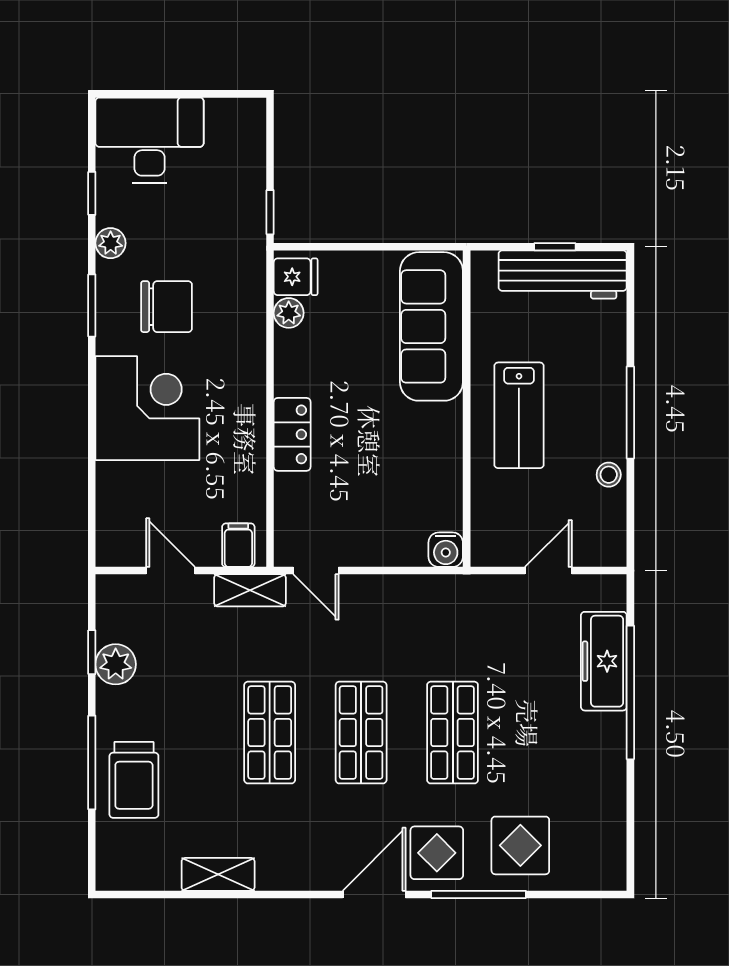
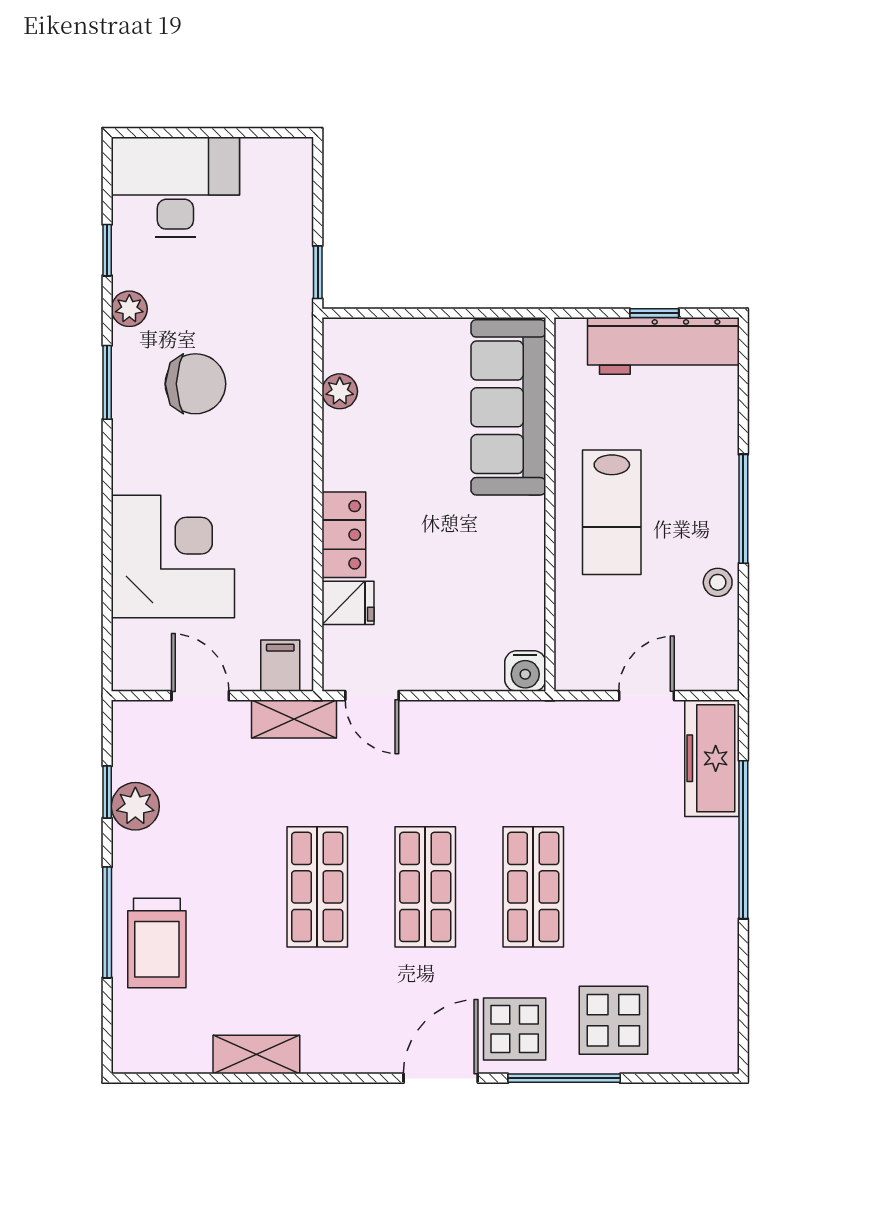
fridge: (296, 277) -> (348, 603), moved
corner desk: (147, 408) -> (173, 556), moved
freezer: (604, 661) -> (712, 758), moved

